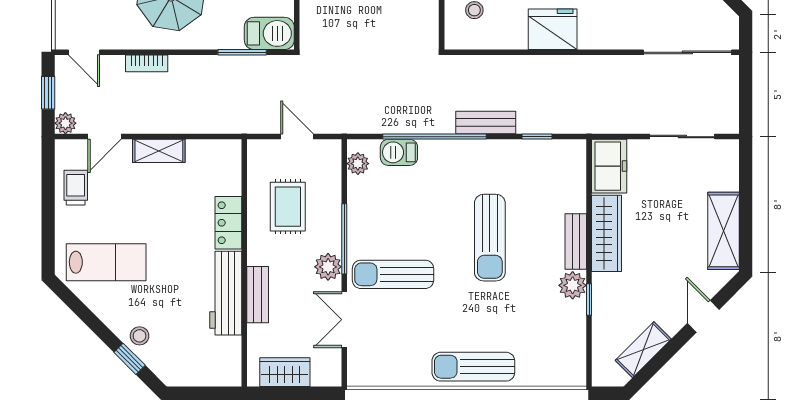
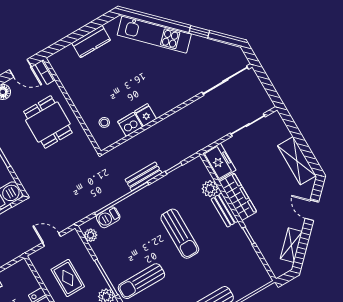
fridge: (553, 29) -> (146, 115), width x0.53, depth x0.75
dishwasher: (510, 35) -> (130, 124), added
plant: (573, 285) -> (210, 189), moved

